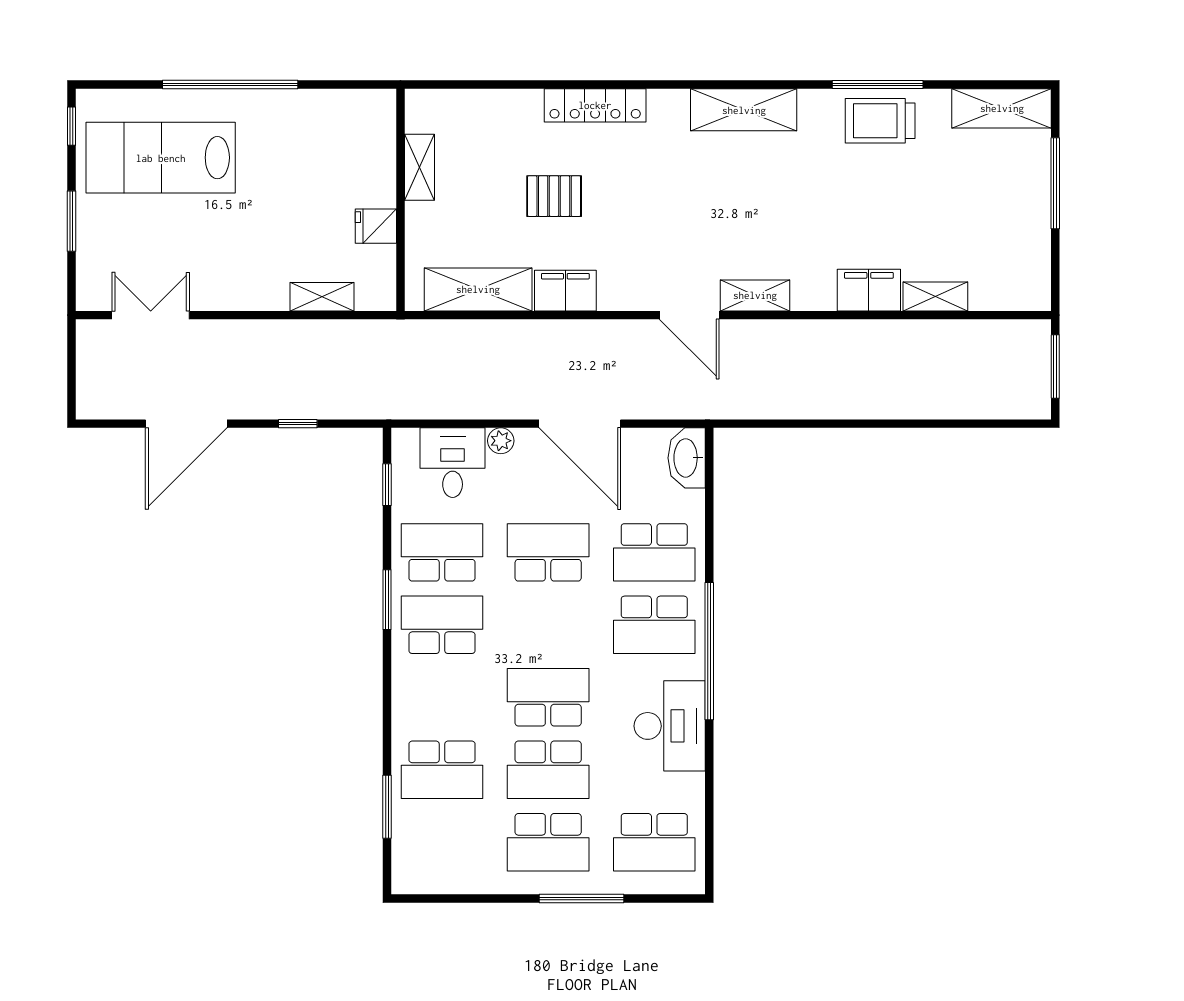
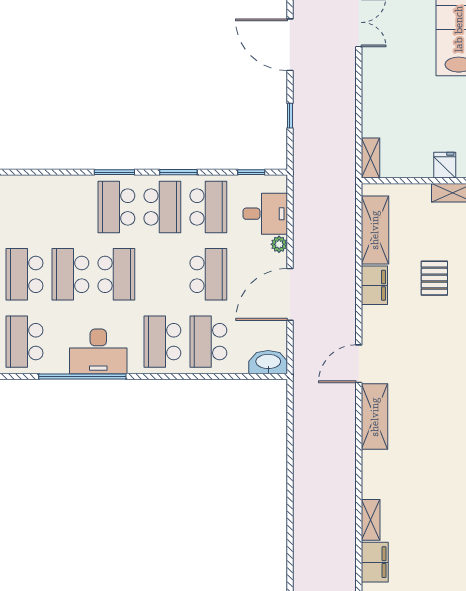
fridge: (376, 226) -> (445, 165), moved
filing cabinet: (869, 290) -> (375, 562), moved
shelving: (755, 295) -> (375, 417), width x1.50, depth x1.33
shelving: (322, 297) -> (370, 158), moved
window: (709, 651) -> (82, 376), moved
school desk: (442, 770) -> (116, 207), moved
window: (387, 807) -> (114, 172), moved

